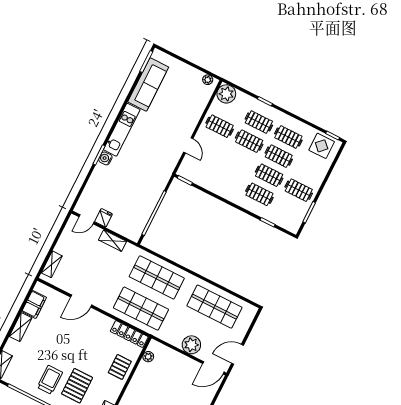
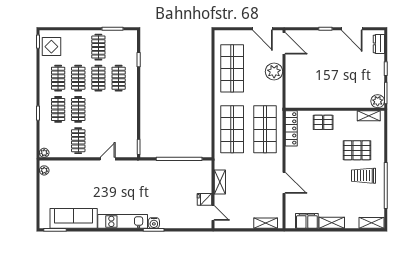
plant: (226, 94) -> (44, 153), width x0.53, depth x0.53
plant: (148, 357) -> (302, 103), removed

